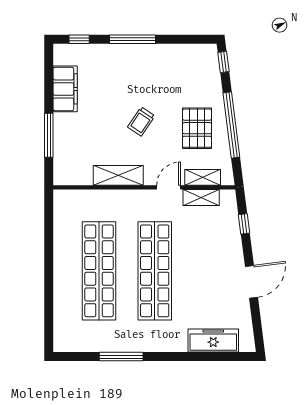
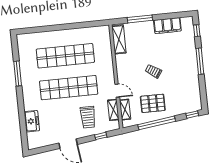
shelving: (118, 175) -> (119, 39), moved
trolley: (209, 243) -> (88, 117), added
freezer: (213, 340) -> (32, 121), width x0.71

